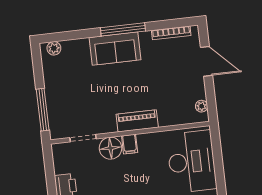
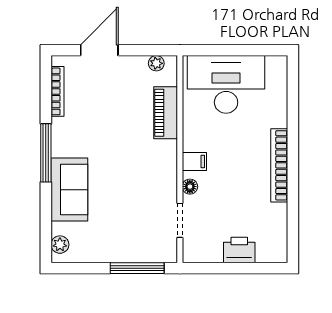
sofa: (115, 49) -> (69, 190), moved
piano: (137, 121) -> (166, 113), moved
floor lamp: (111, 148) -> (190, 187), width x0.53, depth x0.53

